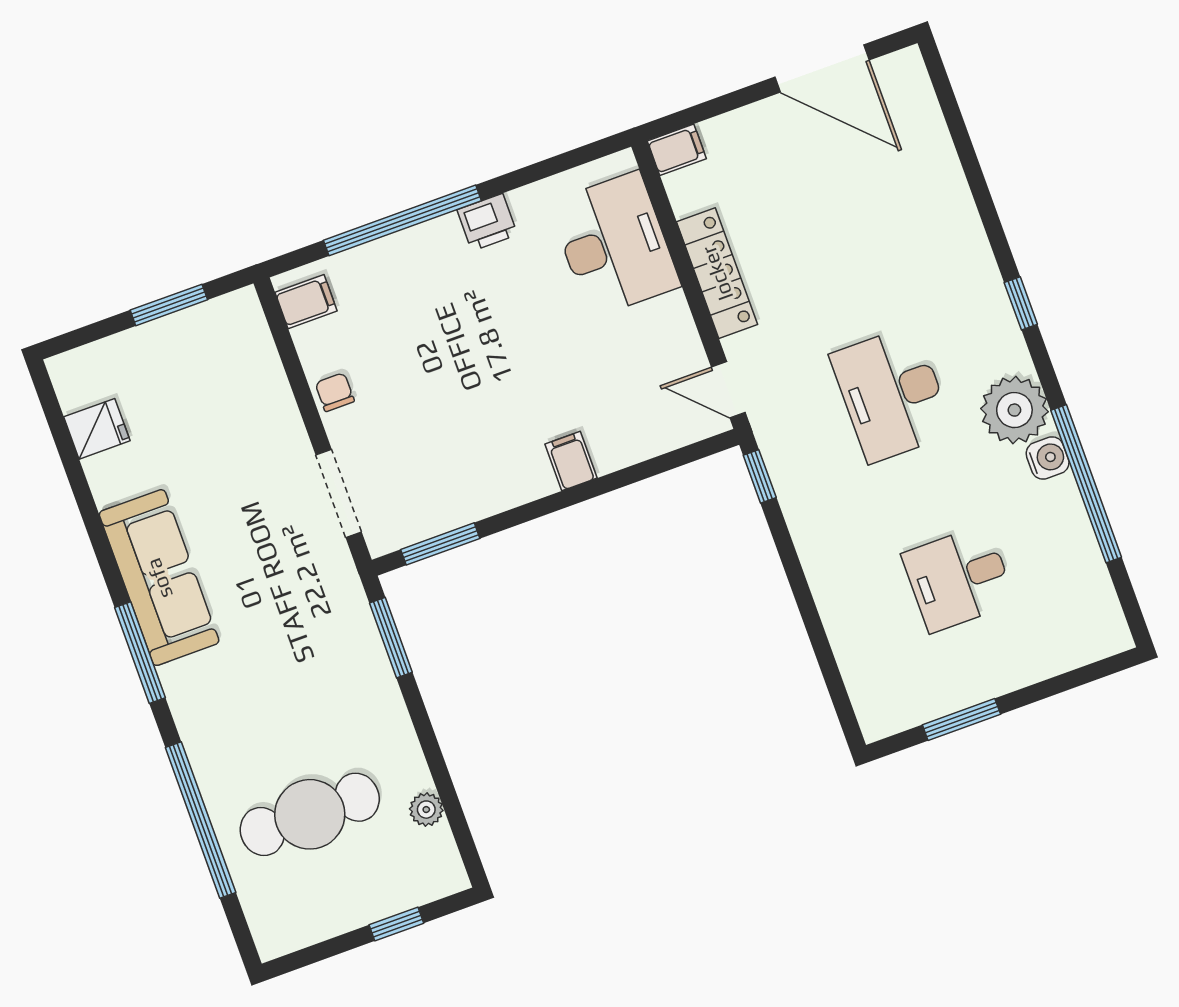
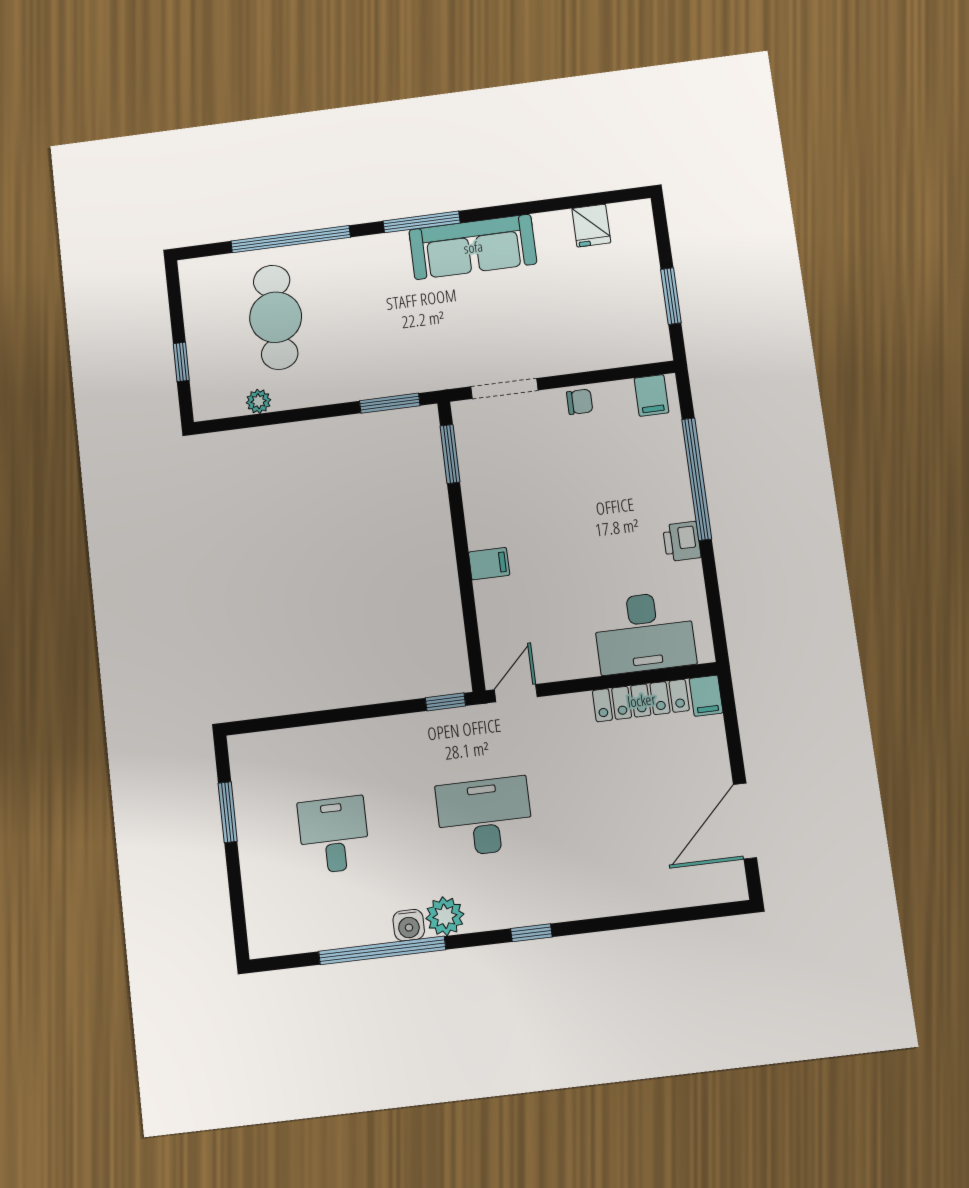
locker: (717, 273) -> (641, 700), moved
plant: (1014, 410) -> (445, 916), width x0.73, depth x0.73

